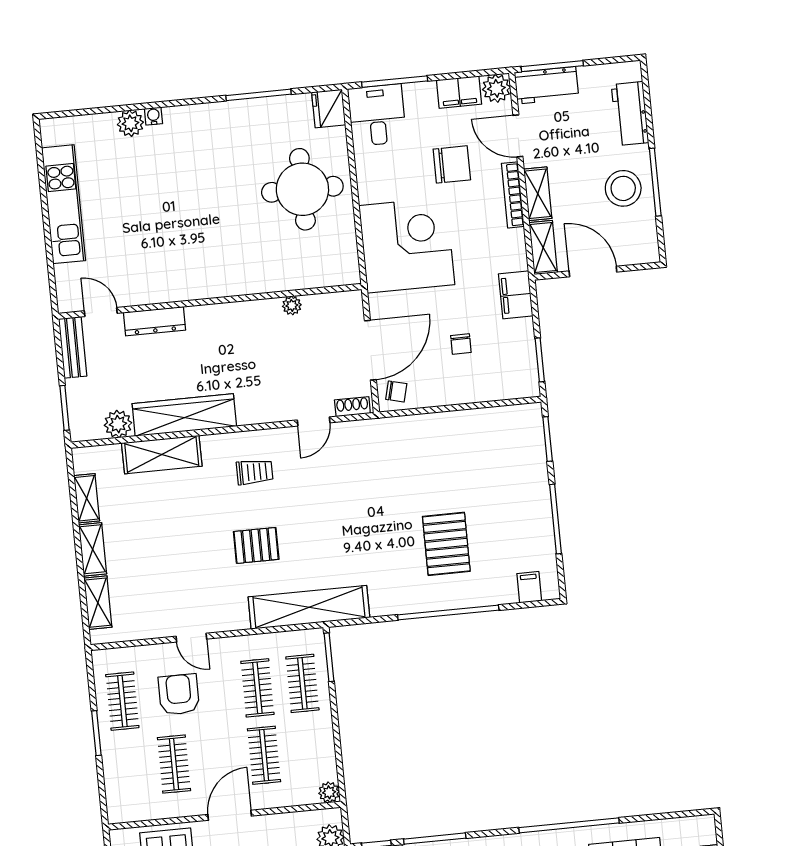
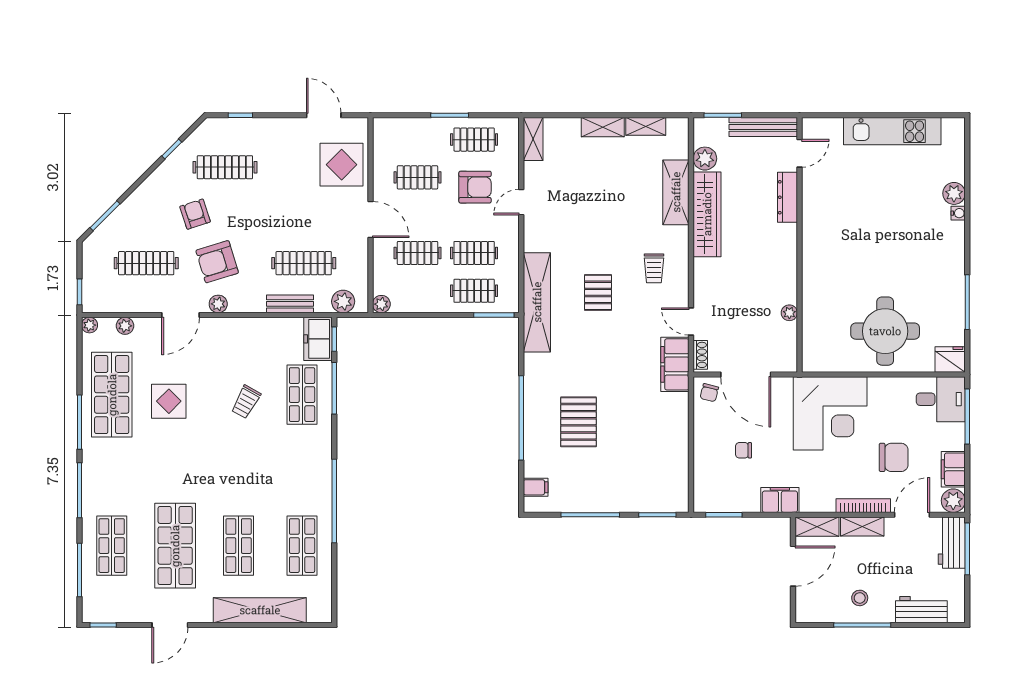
chair: (452, 164) -> (894, 457), turned -90
stool: (623, 188) -> (860, 598), width x0.53, depth x0.53
bench: (73, 347) -> (763, 127), width x1.36
filing cabinet: (367, 436) -> (675, 364), added
pallet: (446, 544) -> (578, 422), turned 90
pallet: (256, 545) -> (598, 292), moved
shelving: (98, 603) -> (533, 139), moved, turned 90

